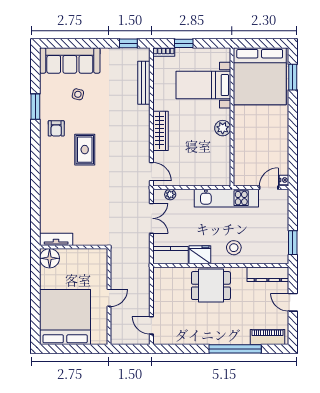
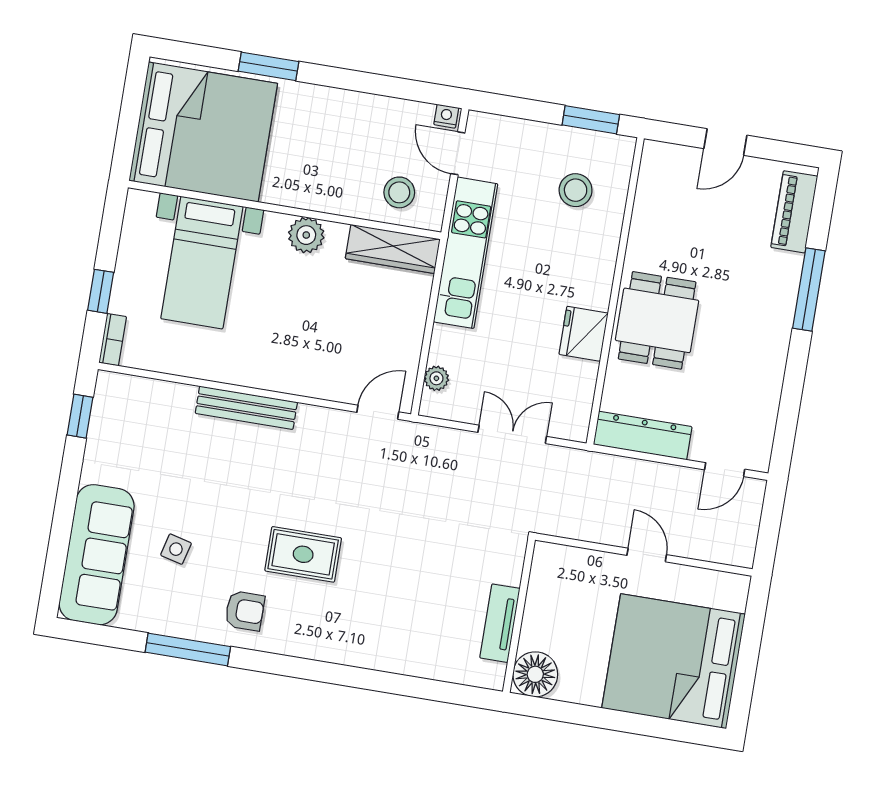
window: (293, 77) -> (268, 66), moved
bench: (144, 83) -> (246, 408), moved
window: (35, 107) -> (188, 649), width x1.44
wardrobe: (160, 131) -> (393, 249), moved, turned 180
stool: (248, 165) -> (399, 192), added
double door: (151, 218) -> (512, 434), moved
tv unit: (56, 239) -> (500, 623), moved
stool: (234, 248) -> (576, 190), moved
kitchen counter: (170, 255) -> (573, 400), removed
dresser: (268, 274) -> (643, 436), moved, turned -90
window: (235, 349) -> (809, 290), width x0.68

